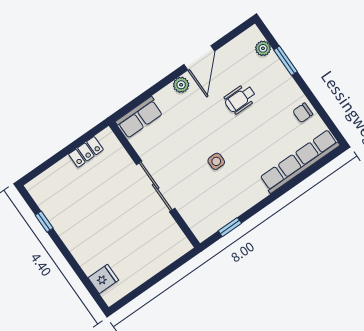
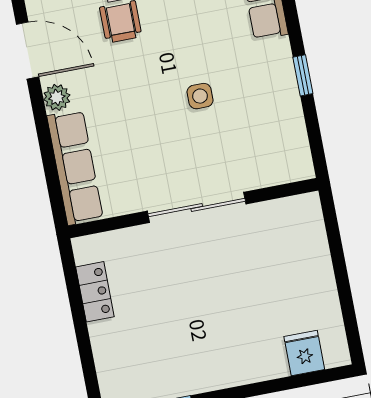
row of seats: (139, 117) -> (75, 167), width x1.48
window: (230, 227) -> (303, 75), moved

